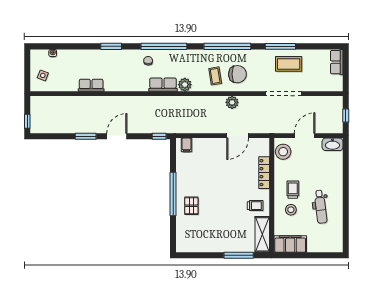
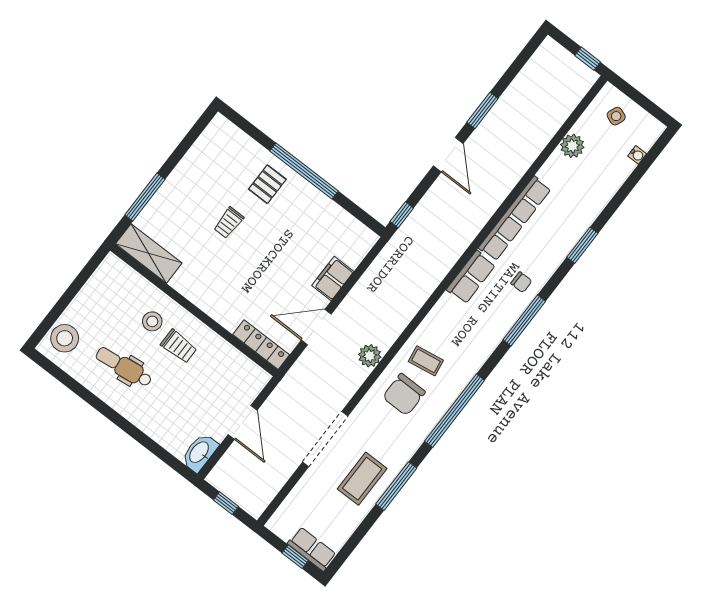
window: (164, 46) -> (524, 320), width x0.68
window: (346, 67) -> (295, 557), added
row of seats: (91, 85) -> (515, 218), moved, width x2.02
plant: (185, 85) -> (572, 146), moved
window: (27, 121) -> (588, 59), moved
door: (238, 136) -> (316, 327), hinge flipped
filing cabinet: (186, 145) -> (333, 279), moved, width x2.00
stool: (283, 152) -> (65, 338), moved
locker: (264, 173) -> (261, 345), moved
pallet: (191, 206) -> (267, 184), turned 90
trolley: (255, 206) -> (229, 223), moved
filing cabinet: (290, 244) -> (104, 283), removed

